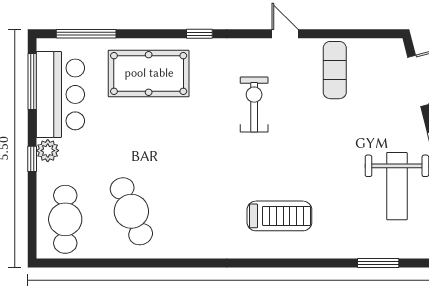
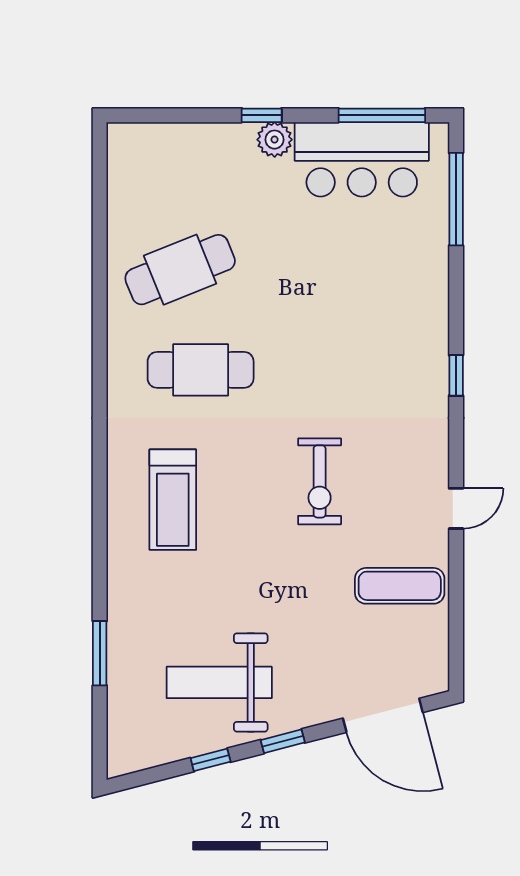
pool table: (149, 73) -> (394, 296), removed
exercise bike: (254, 104) -> (320, 481), moved, turned 90
cafe table: (65, 219) -> (201, 370), moved

